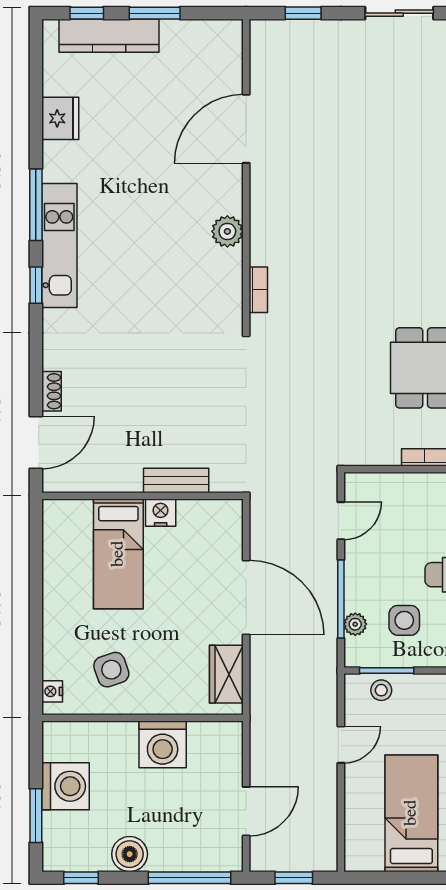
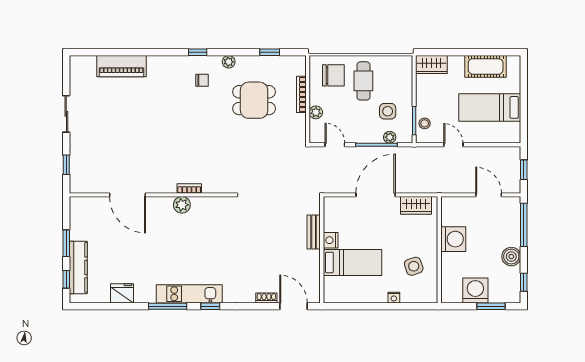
bookcase: (258, 290) -> (189, 189), moved
plant: (402, 485) -> (316, 112), added
nightstand: (52, 691) -> (394, 298), moved

